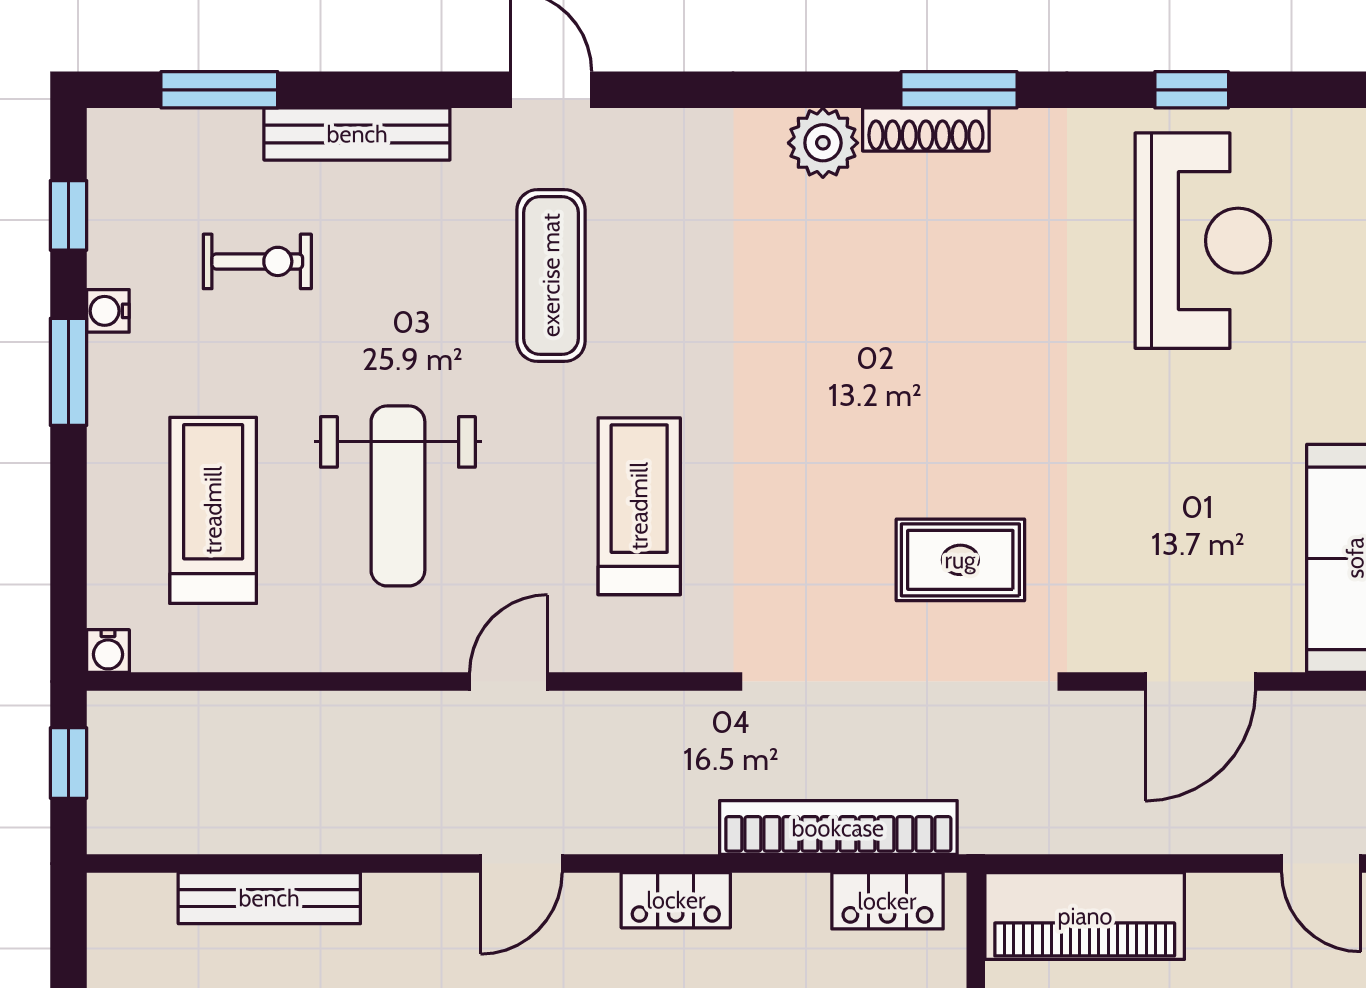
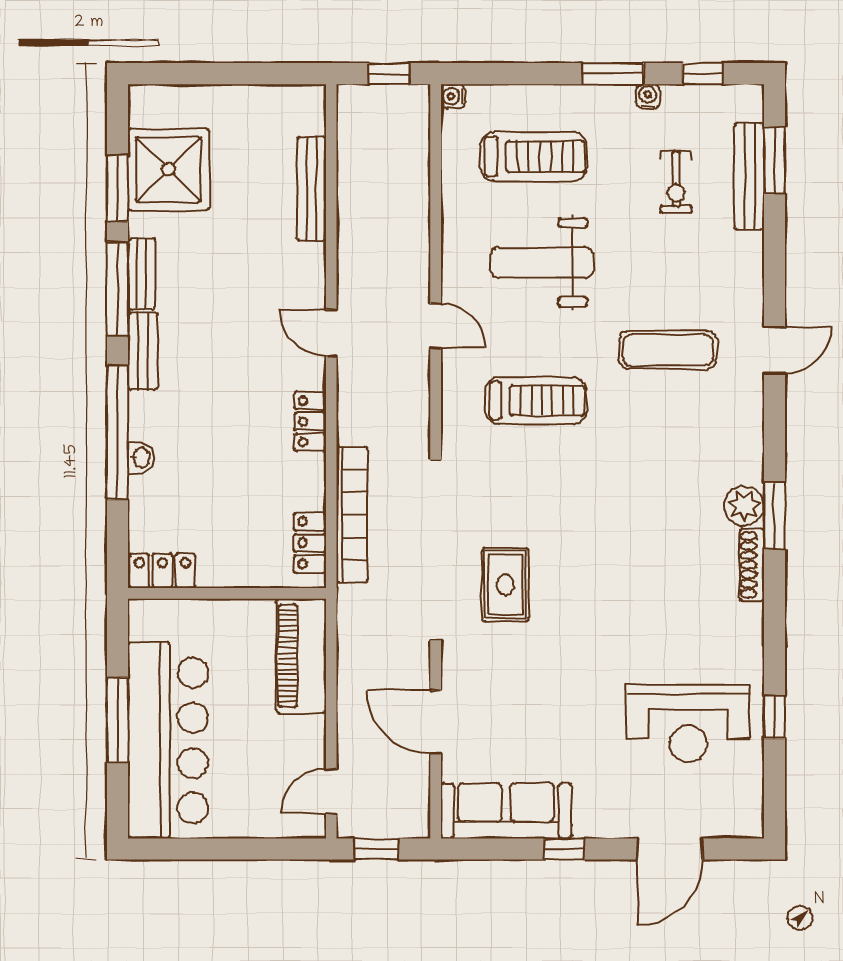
window: (959, 90) -> (775, 516), moved
bench: (357, 134) -> (749, 176), moved

